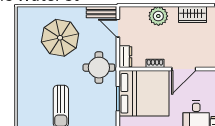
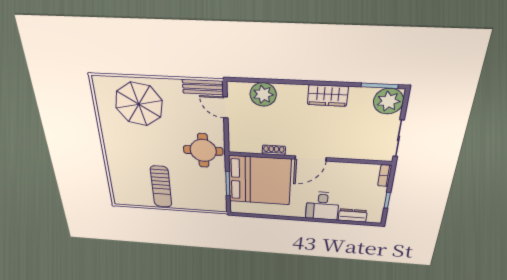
plant: (158, 16) -> (263, 94), moved
parasol: (60, 38) -> (139, 104), moved
dresser: (125, 57) -> (236, 141), removed

